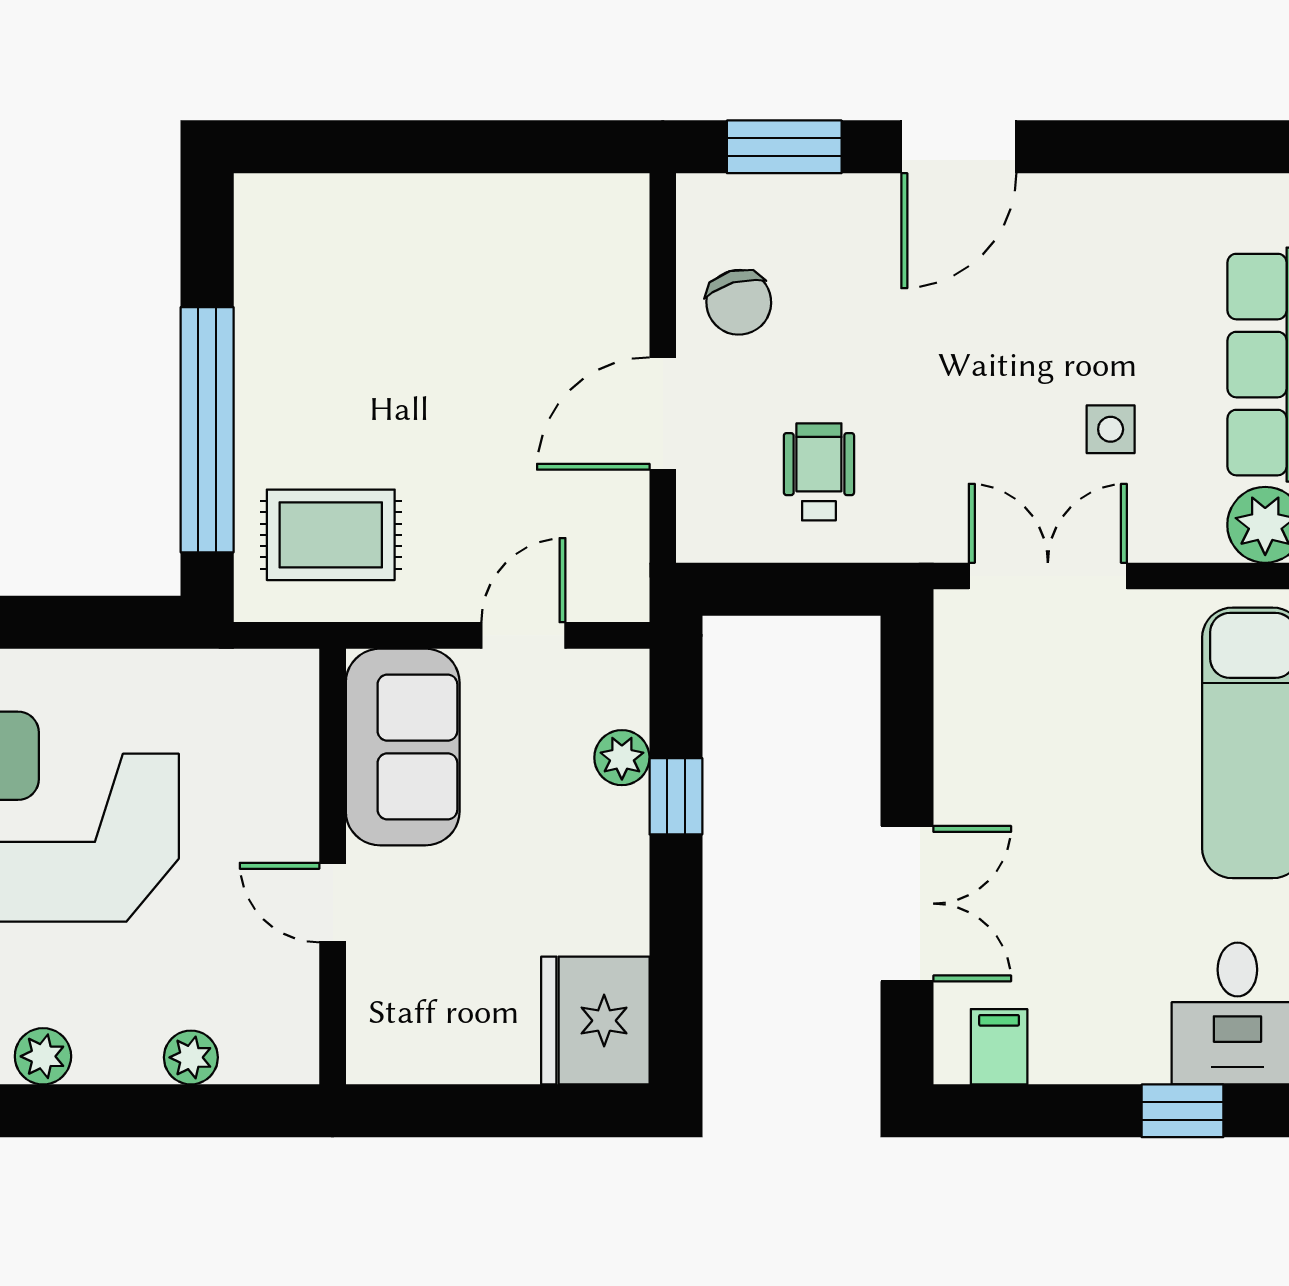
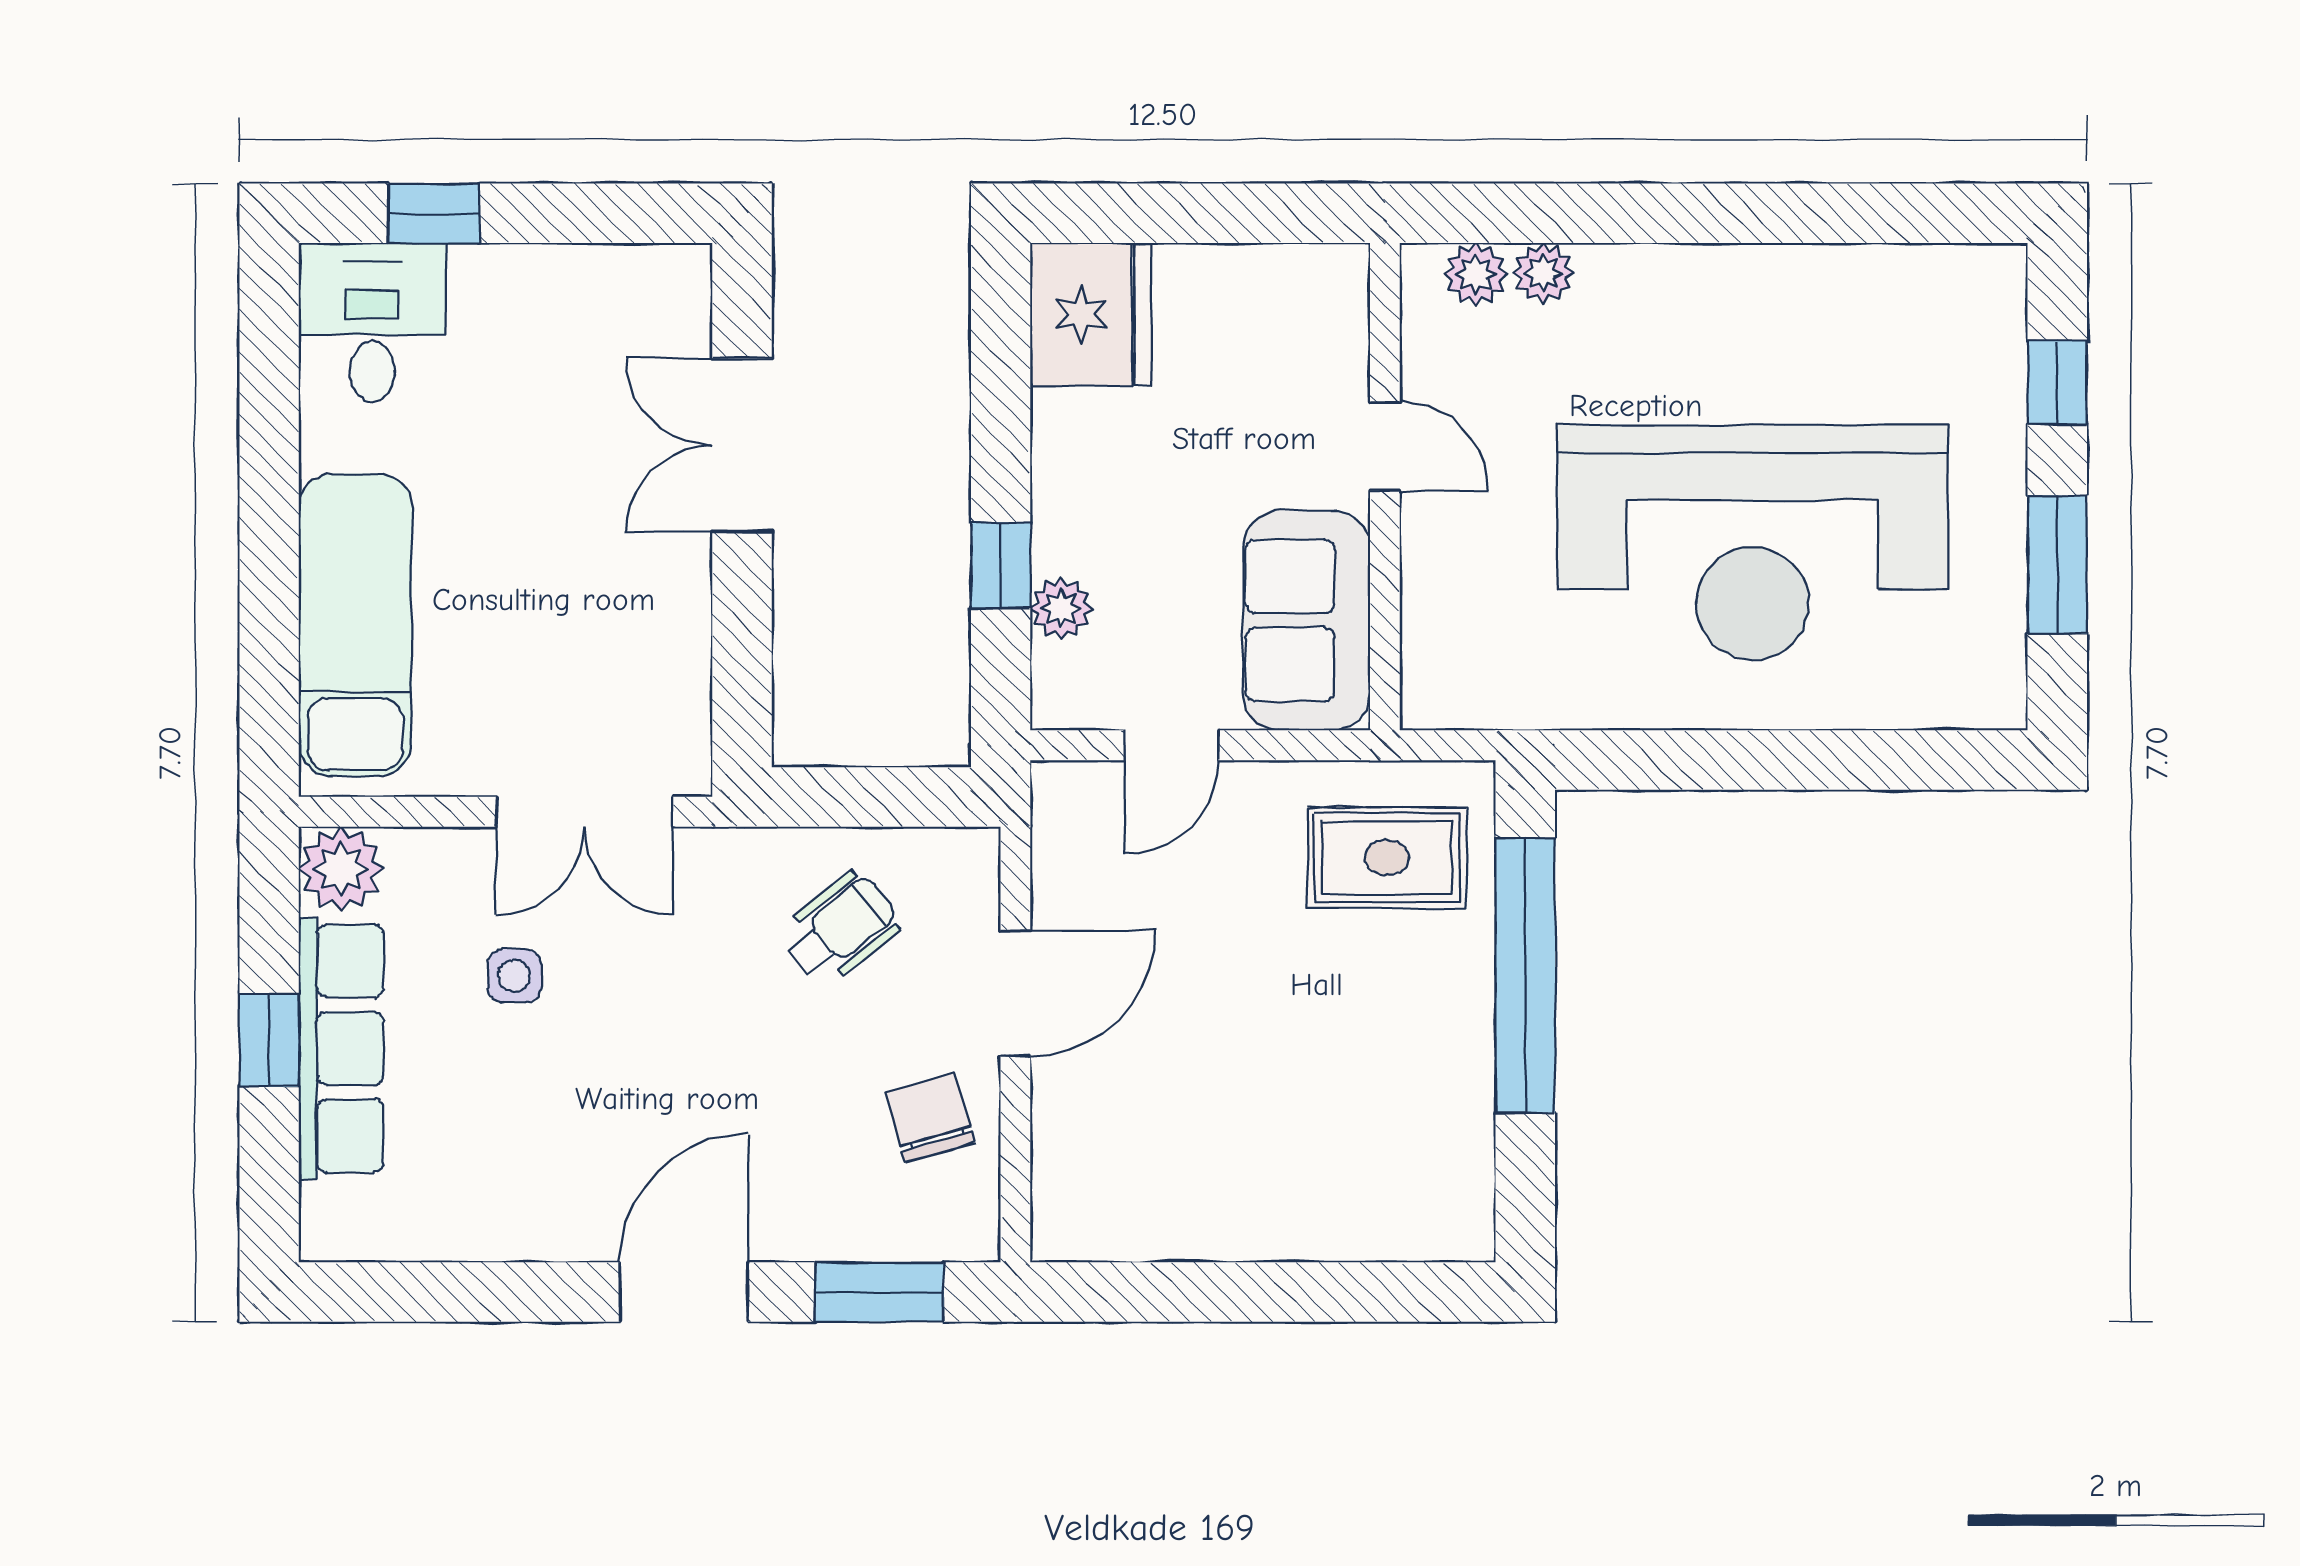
wheelchair: (819, 472) -> (841, 928), turned -129
filing cabinet: (999, 1047) -> (639, 285), removed
plant: (43, 1056) -> (1476, 274), moved

